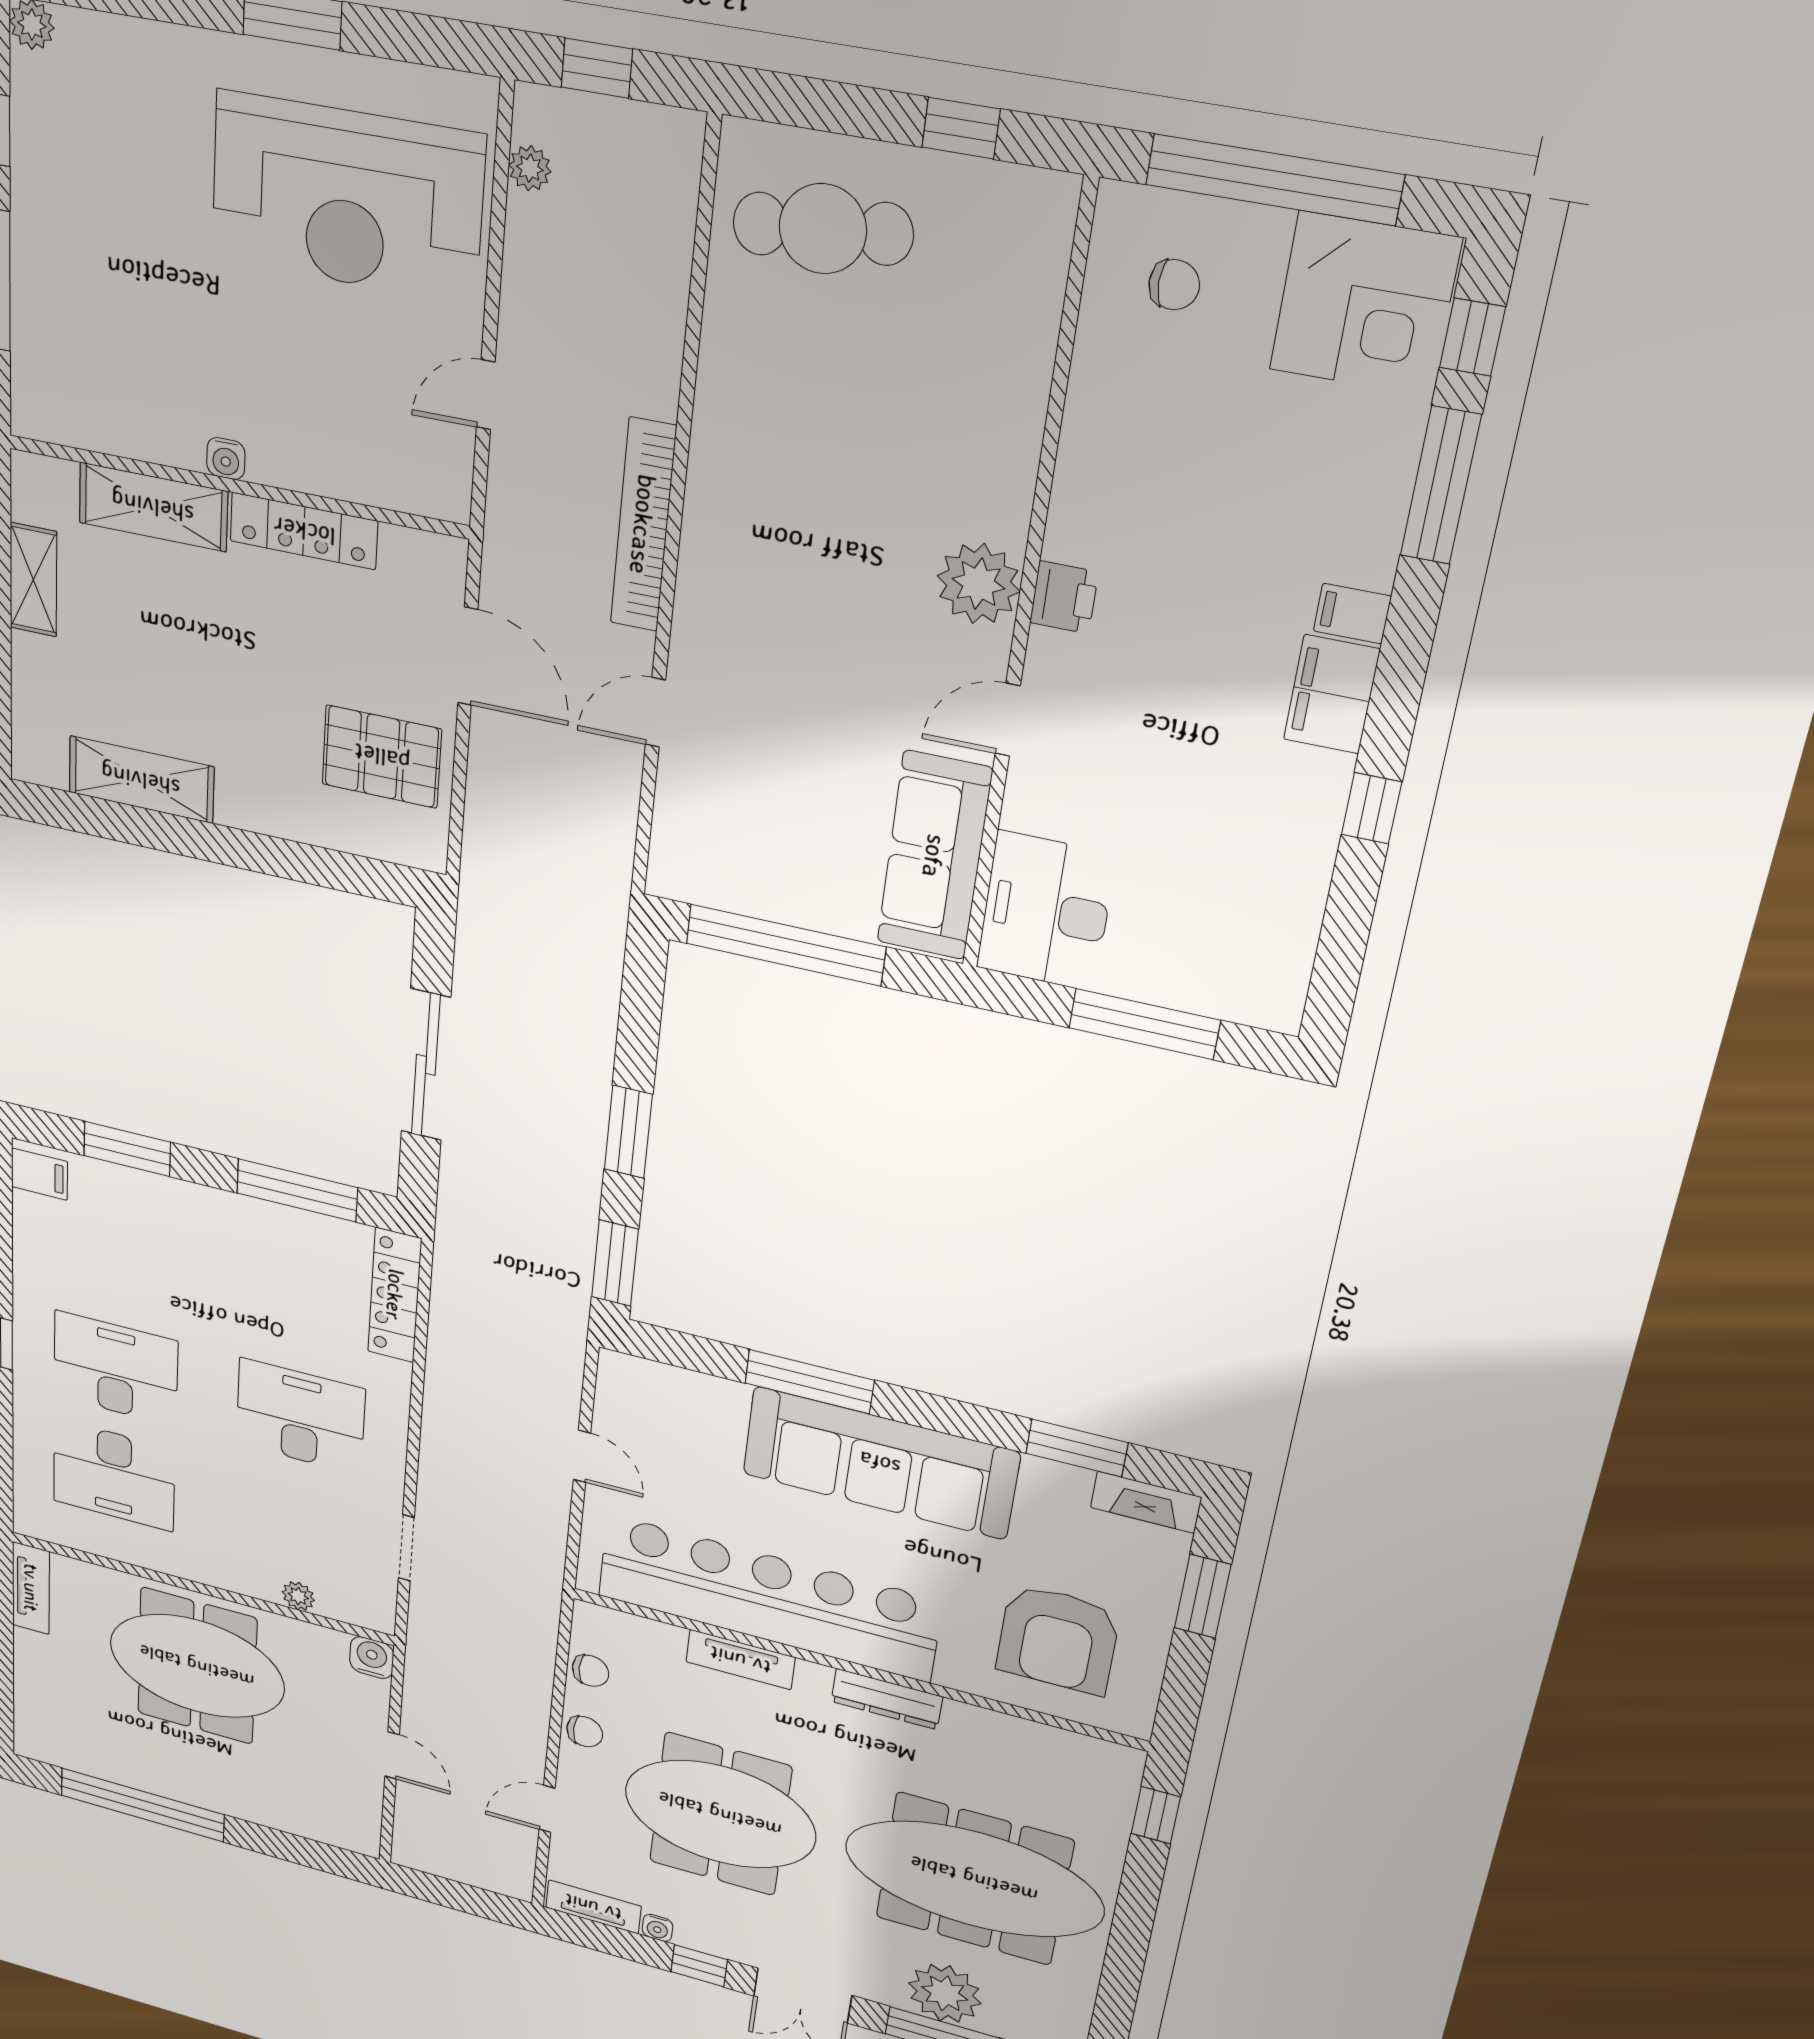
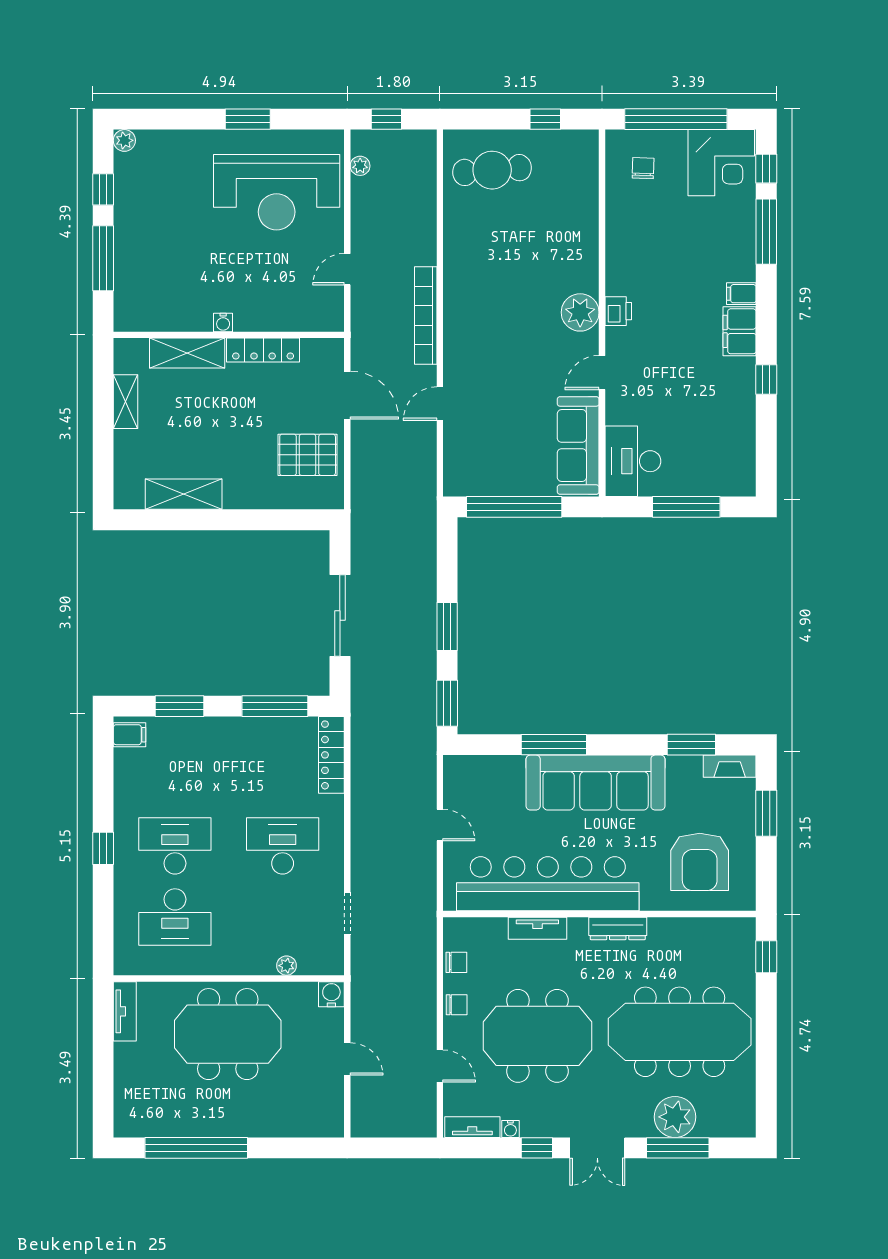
chair: (1174, 285) -> (643, 168), turned -88
door: (547, 1809) -> (440, 1066), swing flipped

